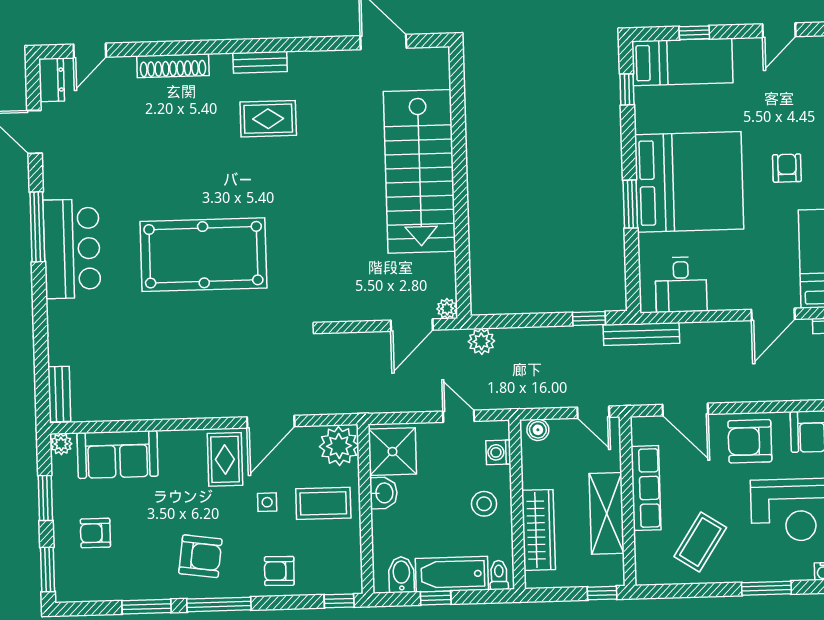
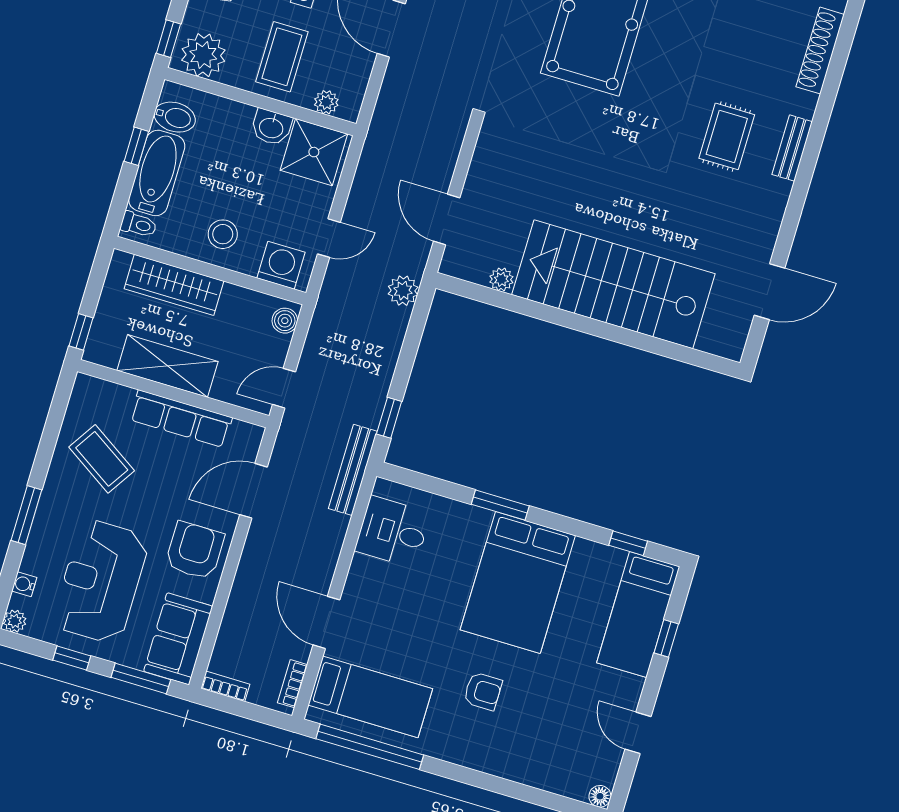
bed: (689, 182) -> (518, 583), width x0.73
plant: (447, 309) -> (501, 279), moved
plant: (339, 446) -> (326, 102), width x0.53, depth x0.53
washing machine: (498, 452) -> (281, 265), width x1.38, depth x1.38
plant: (343, 568) -> (203, 55), added

